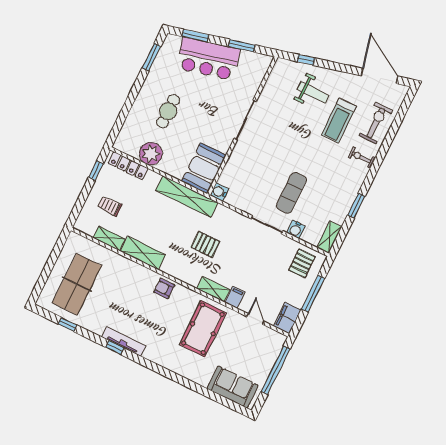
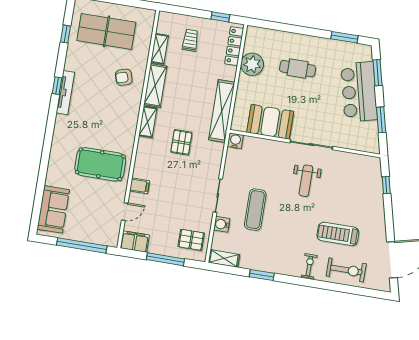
weight bench: (313, 92) -> (306, 181), moved
booth: (204, 168) -> (270, 122), moved
exercise mat: (291, 193) -> (255, 210), turned 90
armchair: (164, 288) -> (124, 77), moved, turned -108
shelving: (213, 289) -> (148, 122), moved

